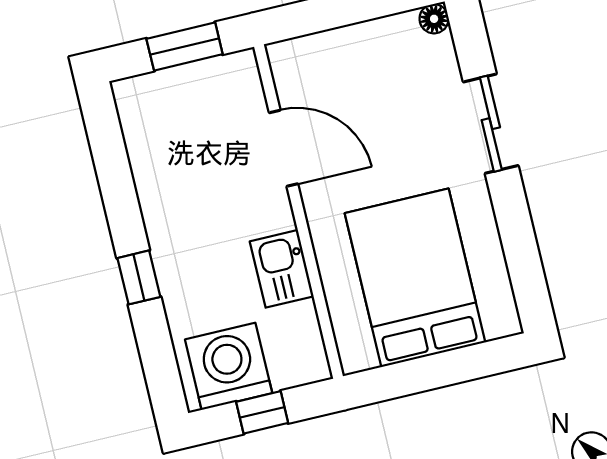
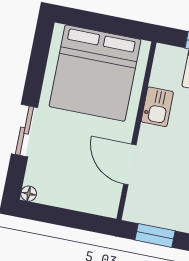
bed: (415, 278) -> (95, 73), width x1.36

